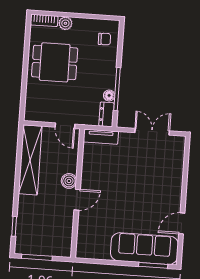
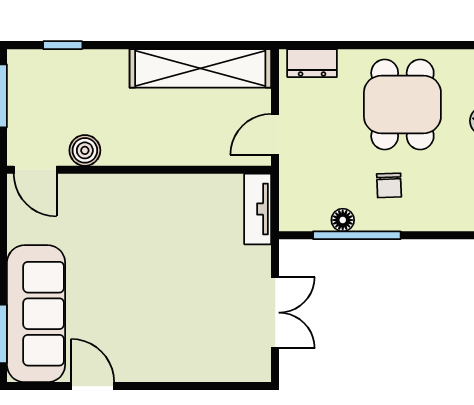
chair: (104, 39) -> (389, 185), moved
dresser: (106, 114) -> (312, 63), moved, turned 180
boiler: (69, 181) -> (85, 150), moved
door: (77, 200) -> (35, 170), moved

